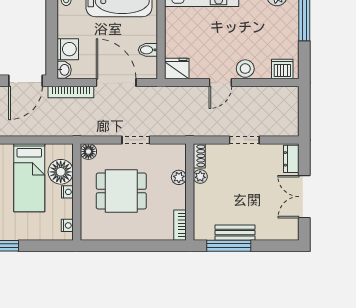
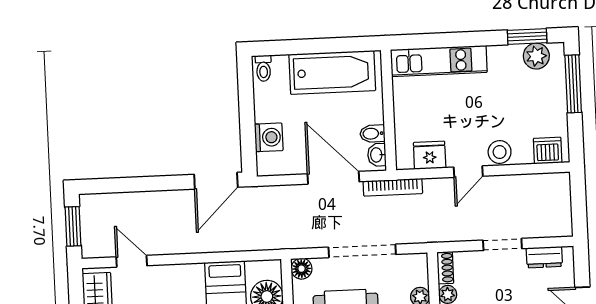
fridge: (177, 69) -> (430, 155), moved
washbasin: (64, 70) -> (377, 155), moved, turned 180
bookcase: (71, 92) -> (393, 187), moved
doorway: (136, 140) -> (362, 251), width x1.88
dresser: (291, 159) -> (544, 257), moved, turned -90

